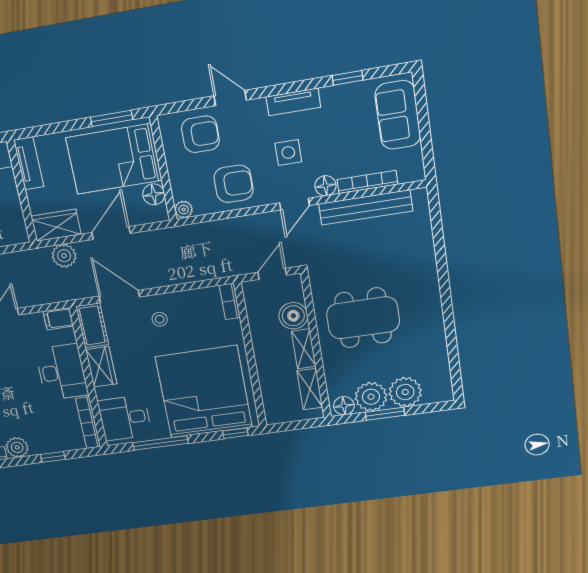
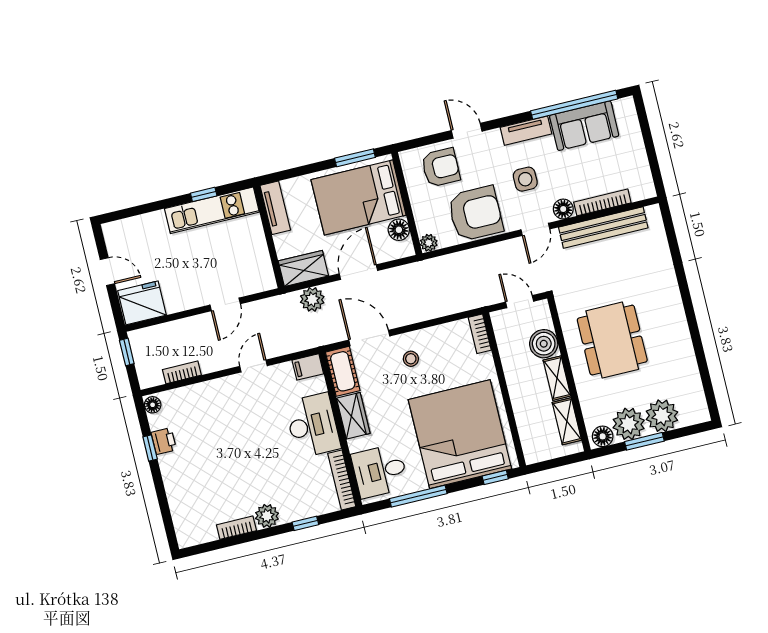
window: (348, 78) -> (574, 105), width x3.17
sofa: (398, 115) -> (584, 126), moved, turned -90
armchair: (234, 184) -> (475, 214), width x1.36, depth x1.36
door: (272, 274) -> (520, 302), hinge flipped
dining table: (363, 318) -> (612, 340), turned 90

